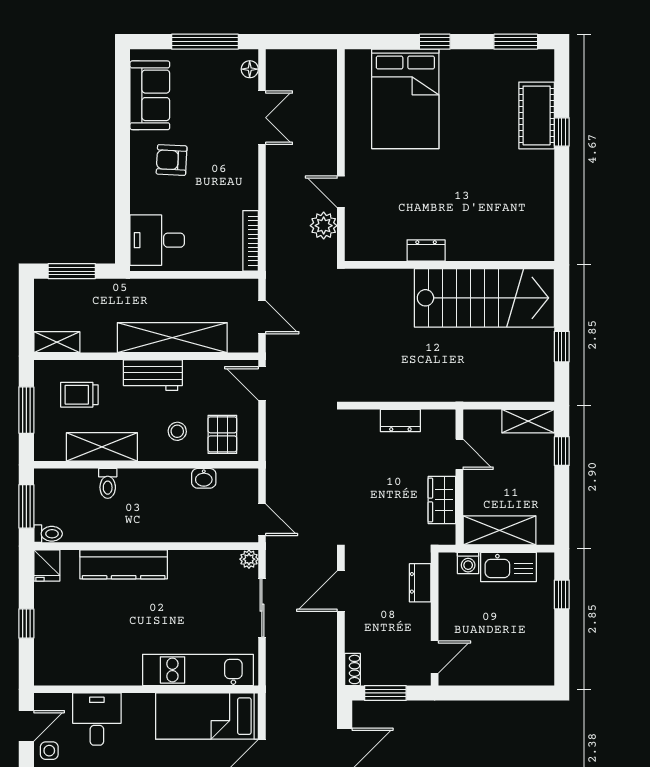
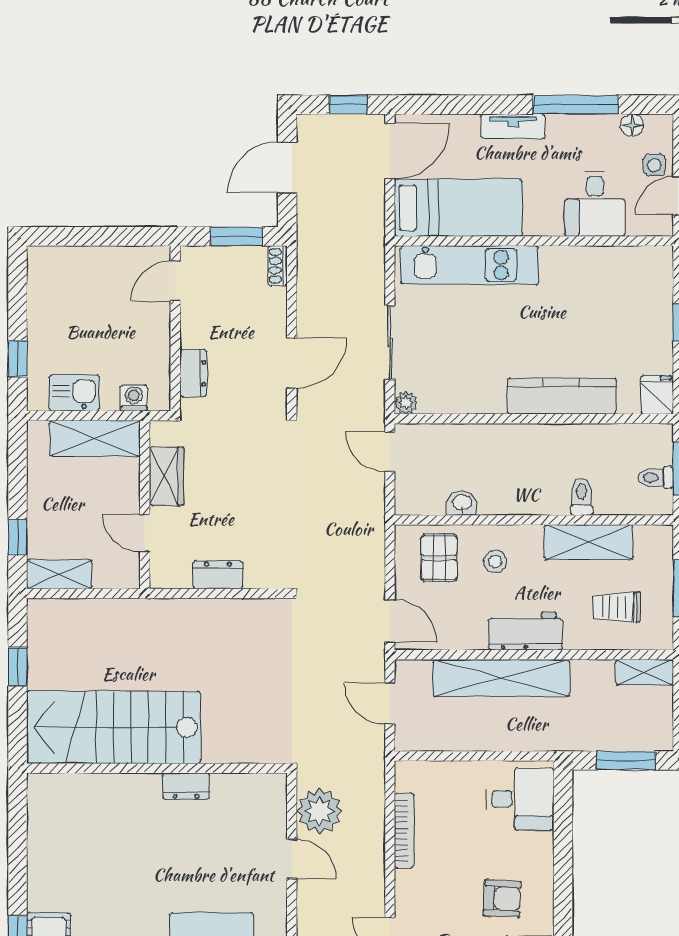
plant: (324, 226) -> (319, 811), width x1.36, depth x1.36
bookcase: (251, 241) -> (404, 831), moved
trolley: (79, 395) -> (617, 607), turned 180
toilet: (48, 534) -> (656, 478), moved
kitchen sink: (509, 567) -> (74, 393), width x0.73

